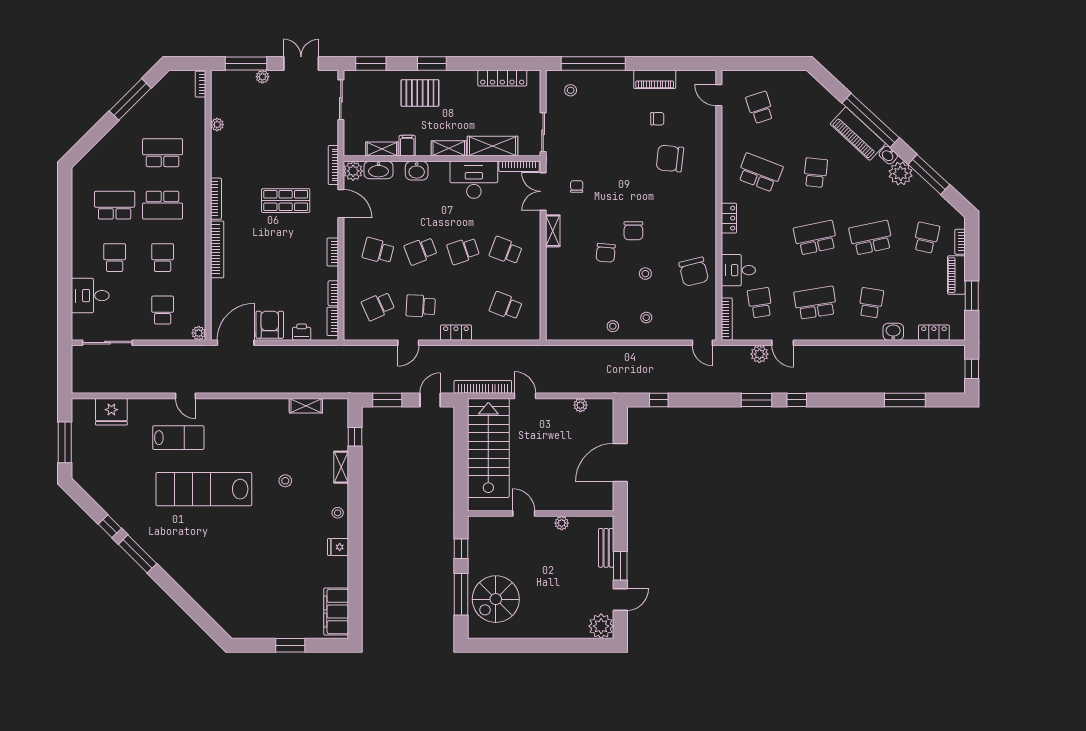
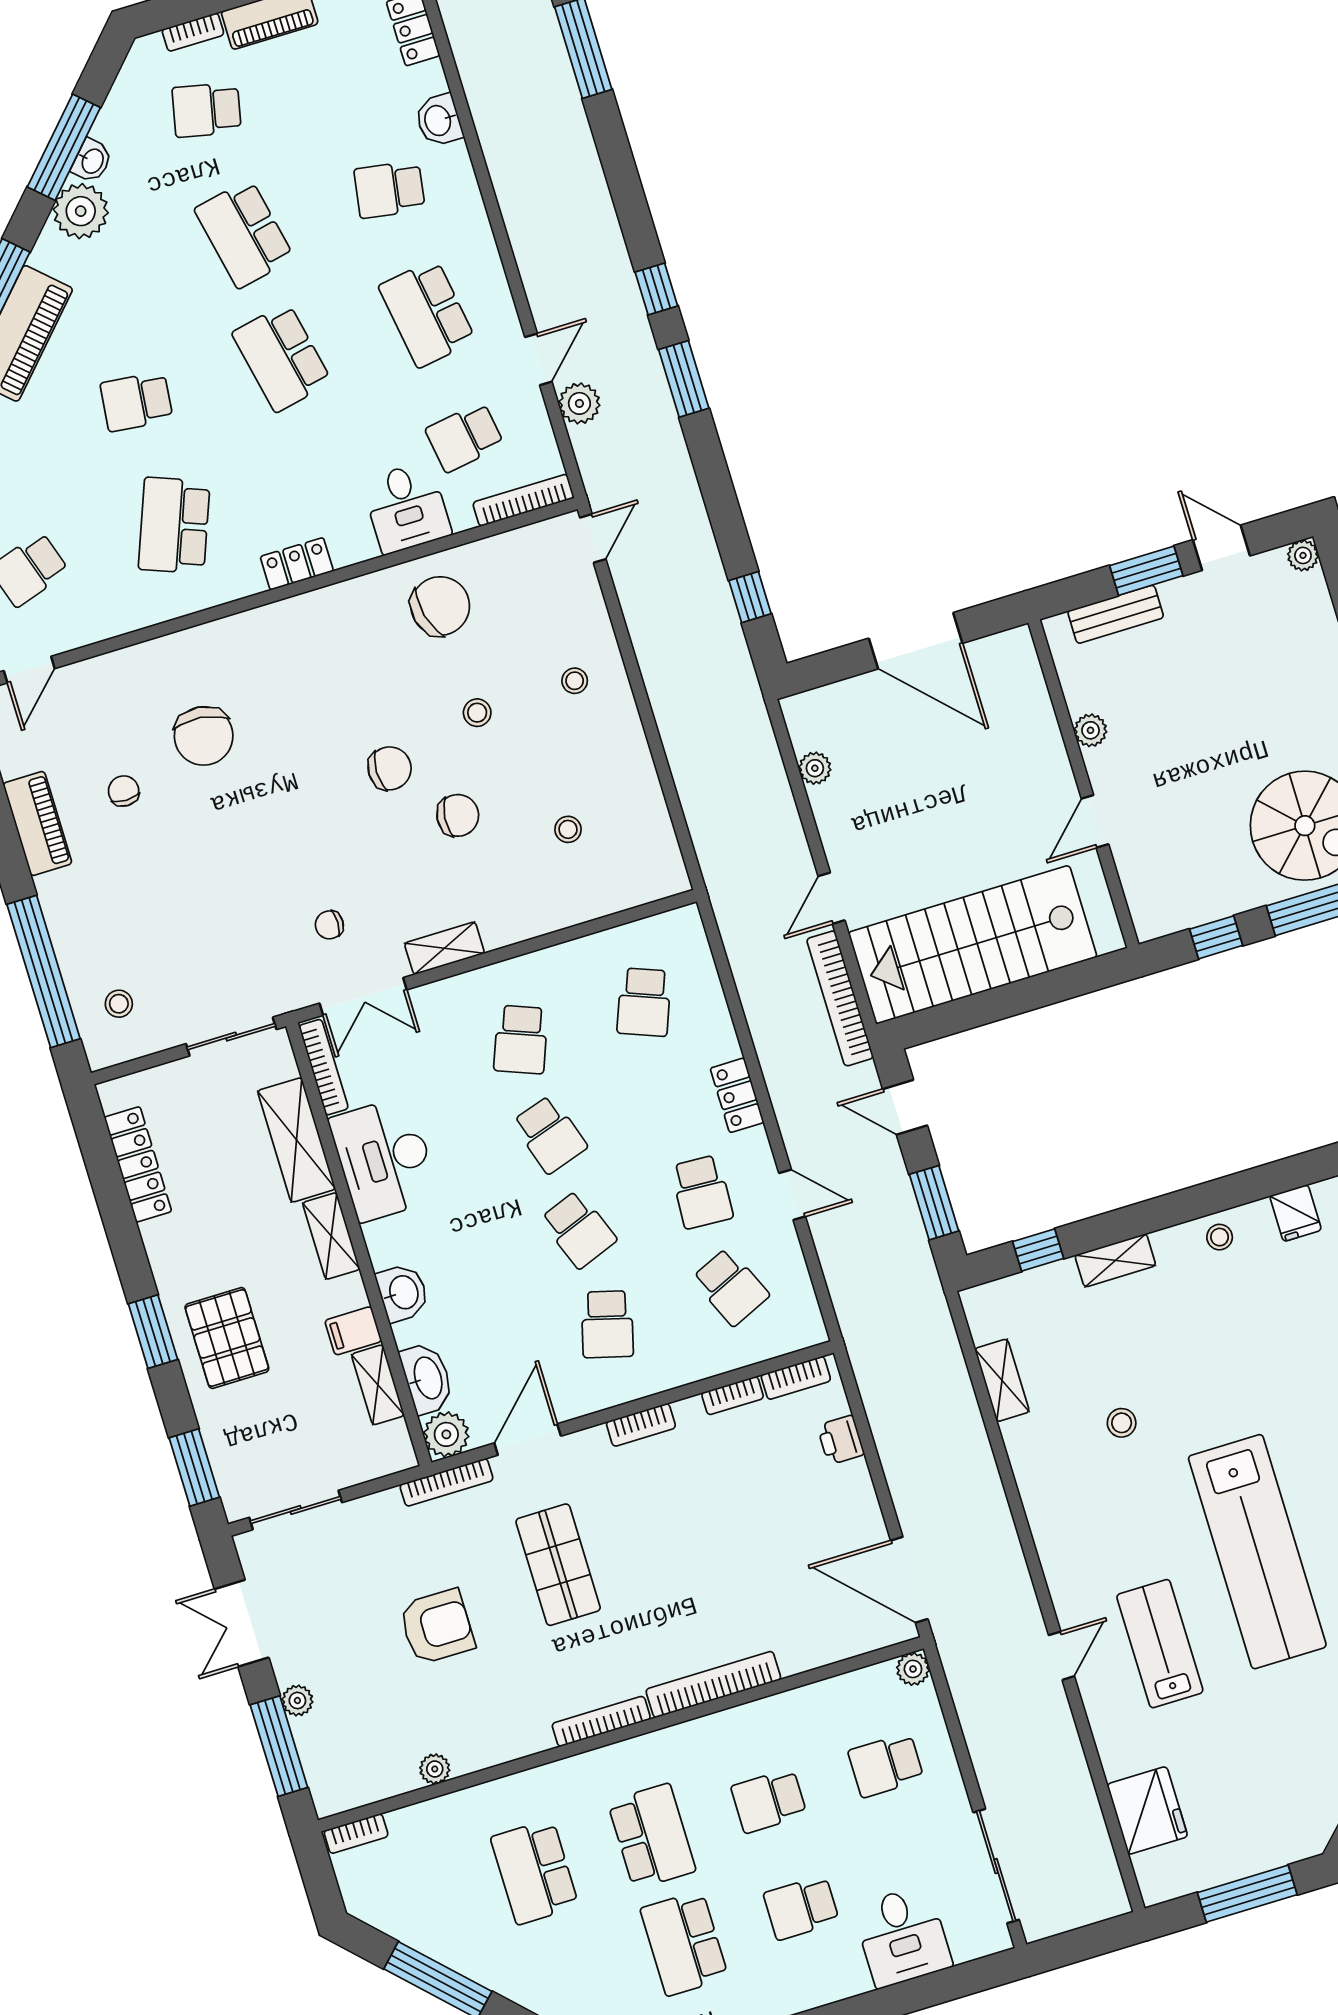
washbasin: (888, 155) -> (92, 161), moved
armchair: (270, 325) -> (437, 1627), moved, turned 180
stool: (613, 326) -> (568, 829), moved
stool: (285, 481) -> (1122, 1423), moved
plant: (601, 626) -> (1303, 555), width x0.53, depth x0.53

